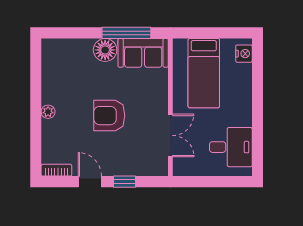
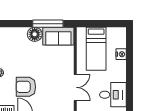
nightstand: (244, 54) -> (121, 54), moved
armchair: (109, 116) -> (26, 87), moved

